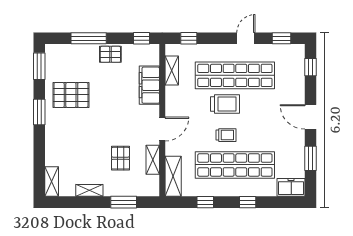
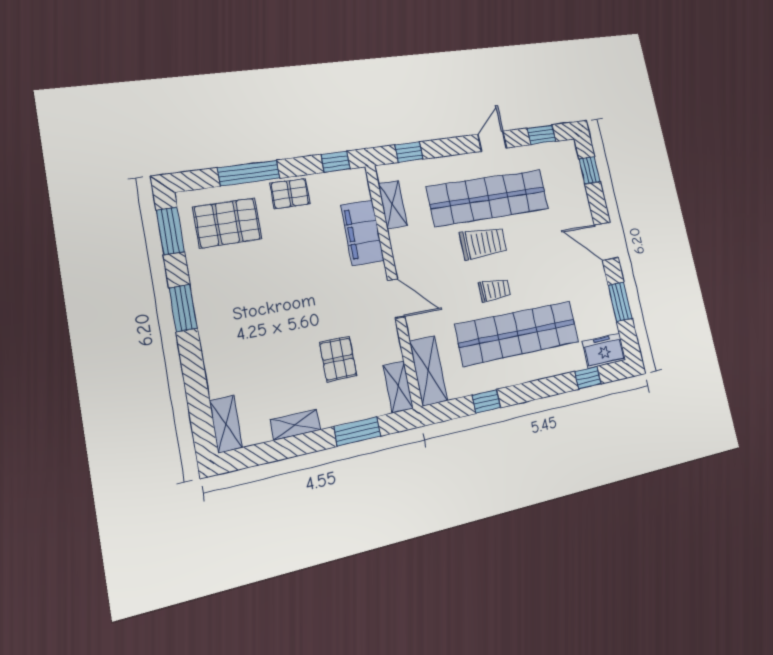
pallet: (71, 95) -> (227, 223), moved
door: (162, 129) -> (396, 298), hinge flipped
shelving: (153, 160) -> (398, 387), moved
window: (248, 202) -> (588, 378), moved

